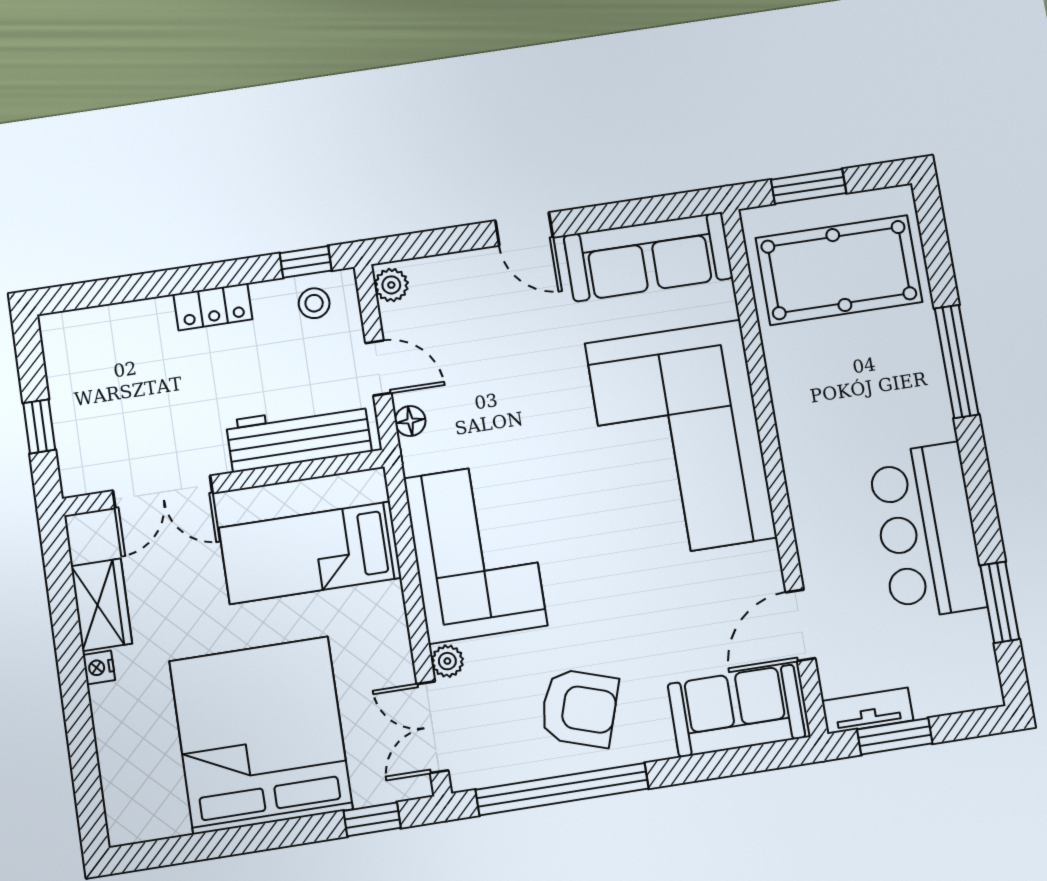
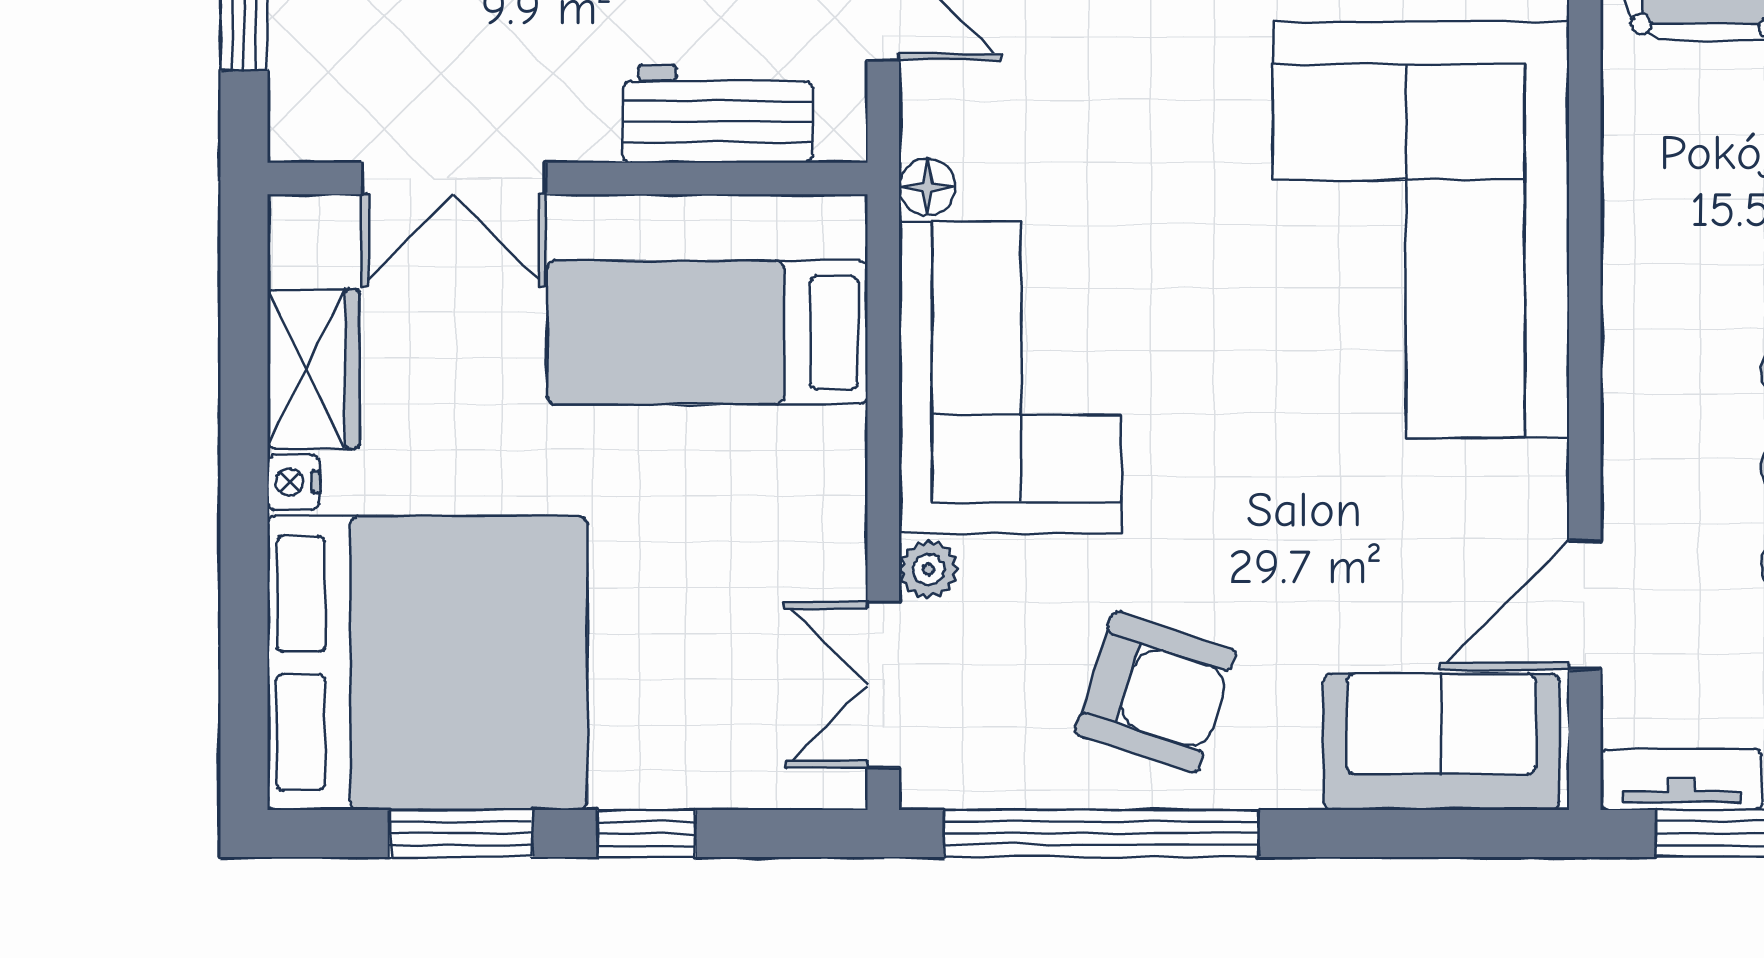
floor lamp: (410, 421) -> (927, 187), moved
workbench: (299, 436) -> (718, 114), width x0.73
bed: (261, 735) -> (427, 663), moved, turned 90
window: (372, 819) -> (646, 833), moved
window: (216, 844) -> (461, 833), added

